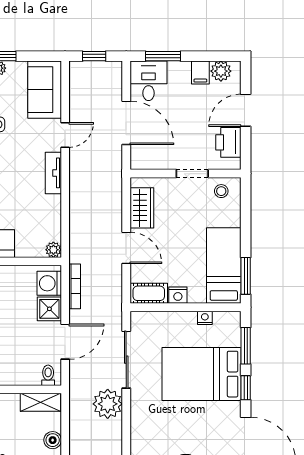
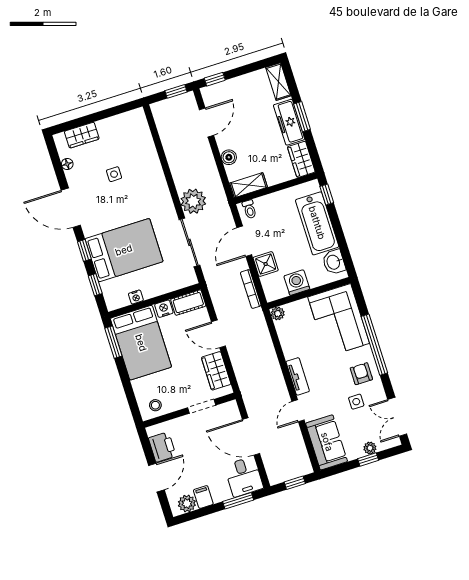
doorway: (192, 174) -> (202, 406), moved
bed: (224, 266) -> (141, 343), width x1.50
washing machine: (49, 283) -> (297, 283), moved, turned -90
window: (246, 346) -> (95, 285), width x0.67

